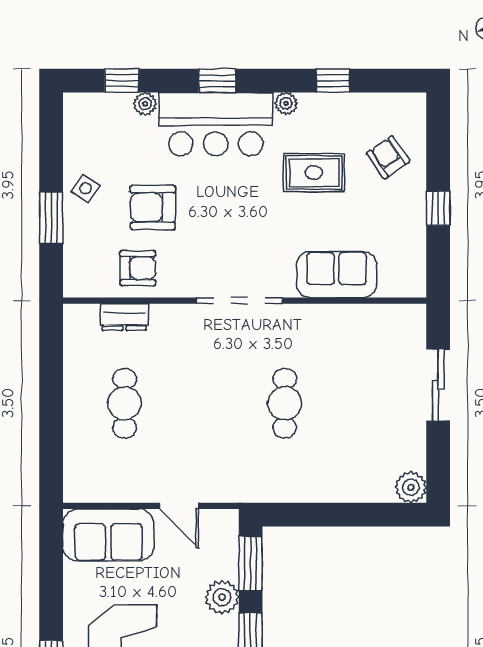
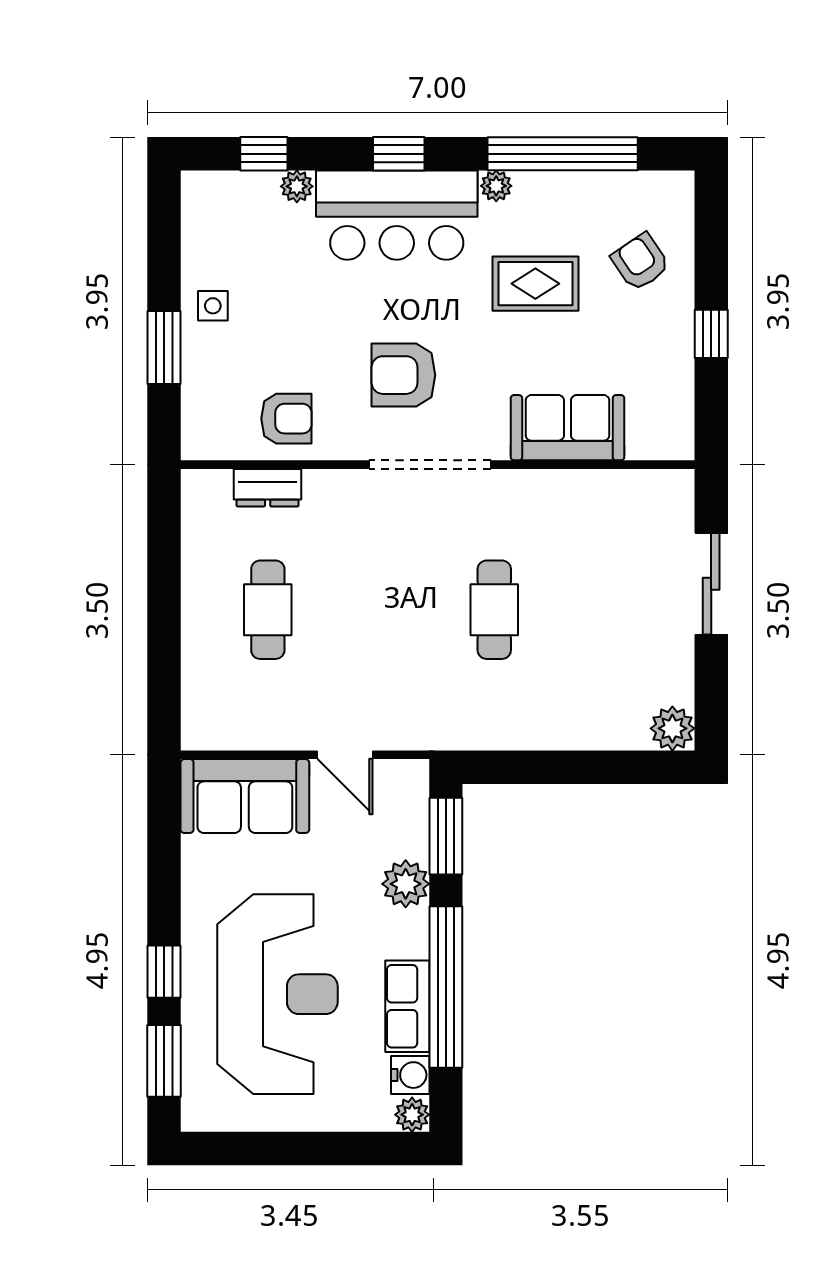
window: (333, 81) -> (563, 154), width x3.17
side table: (86, 188) -> (213, 306), turned -34
armchair: (153, 207) -> (403, 375), moved

